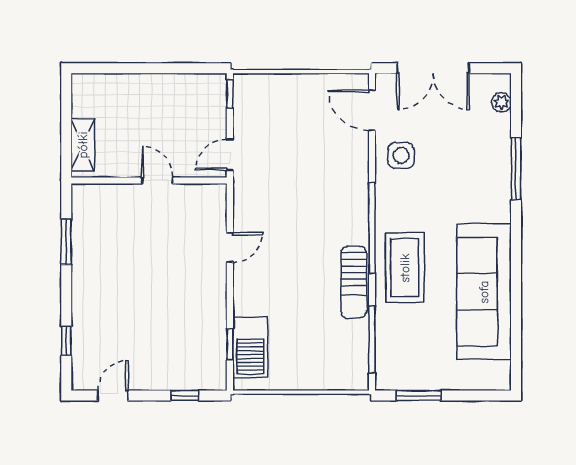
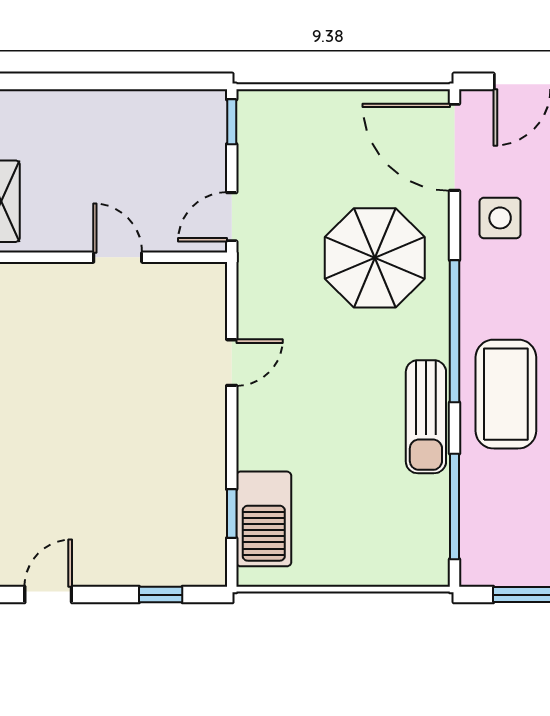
door: (372, 110) -> (454, 147), width x1.36
parasol: (321, 181) -> (375, 258), added

